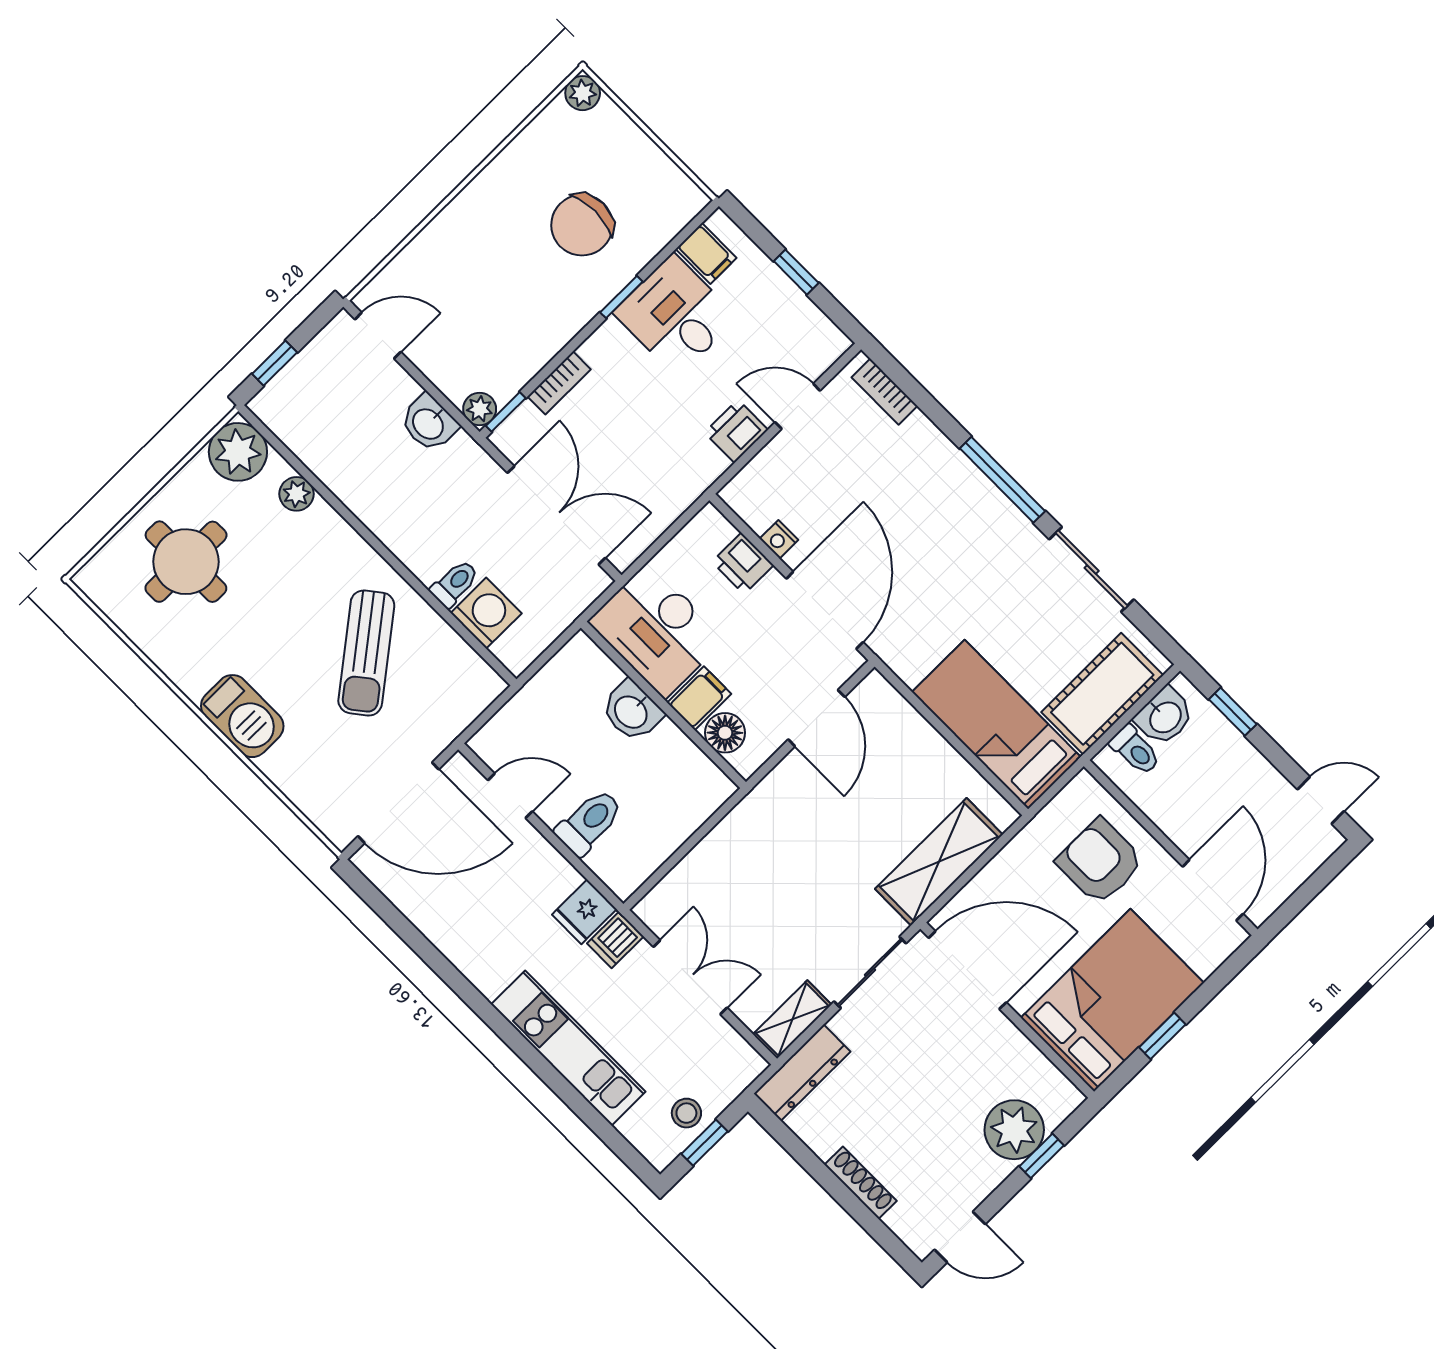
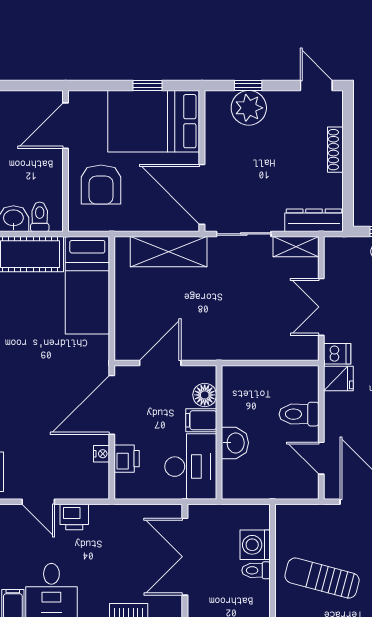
sun lounger: (366, 653) -> (322, 578), turned -127

